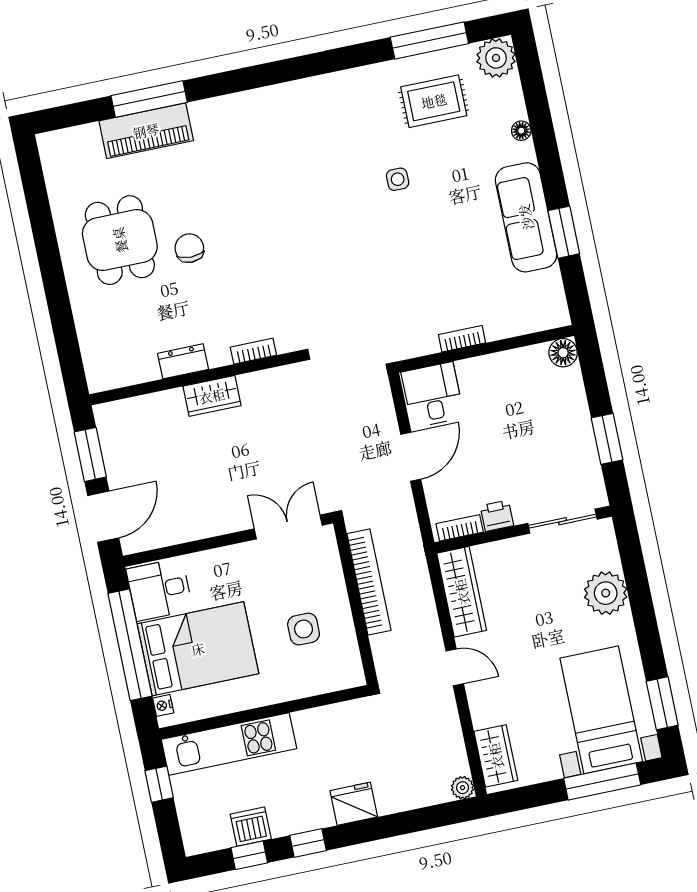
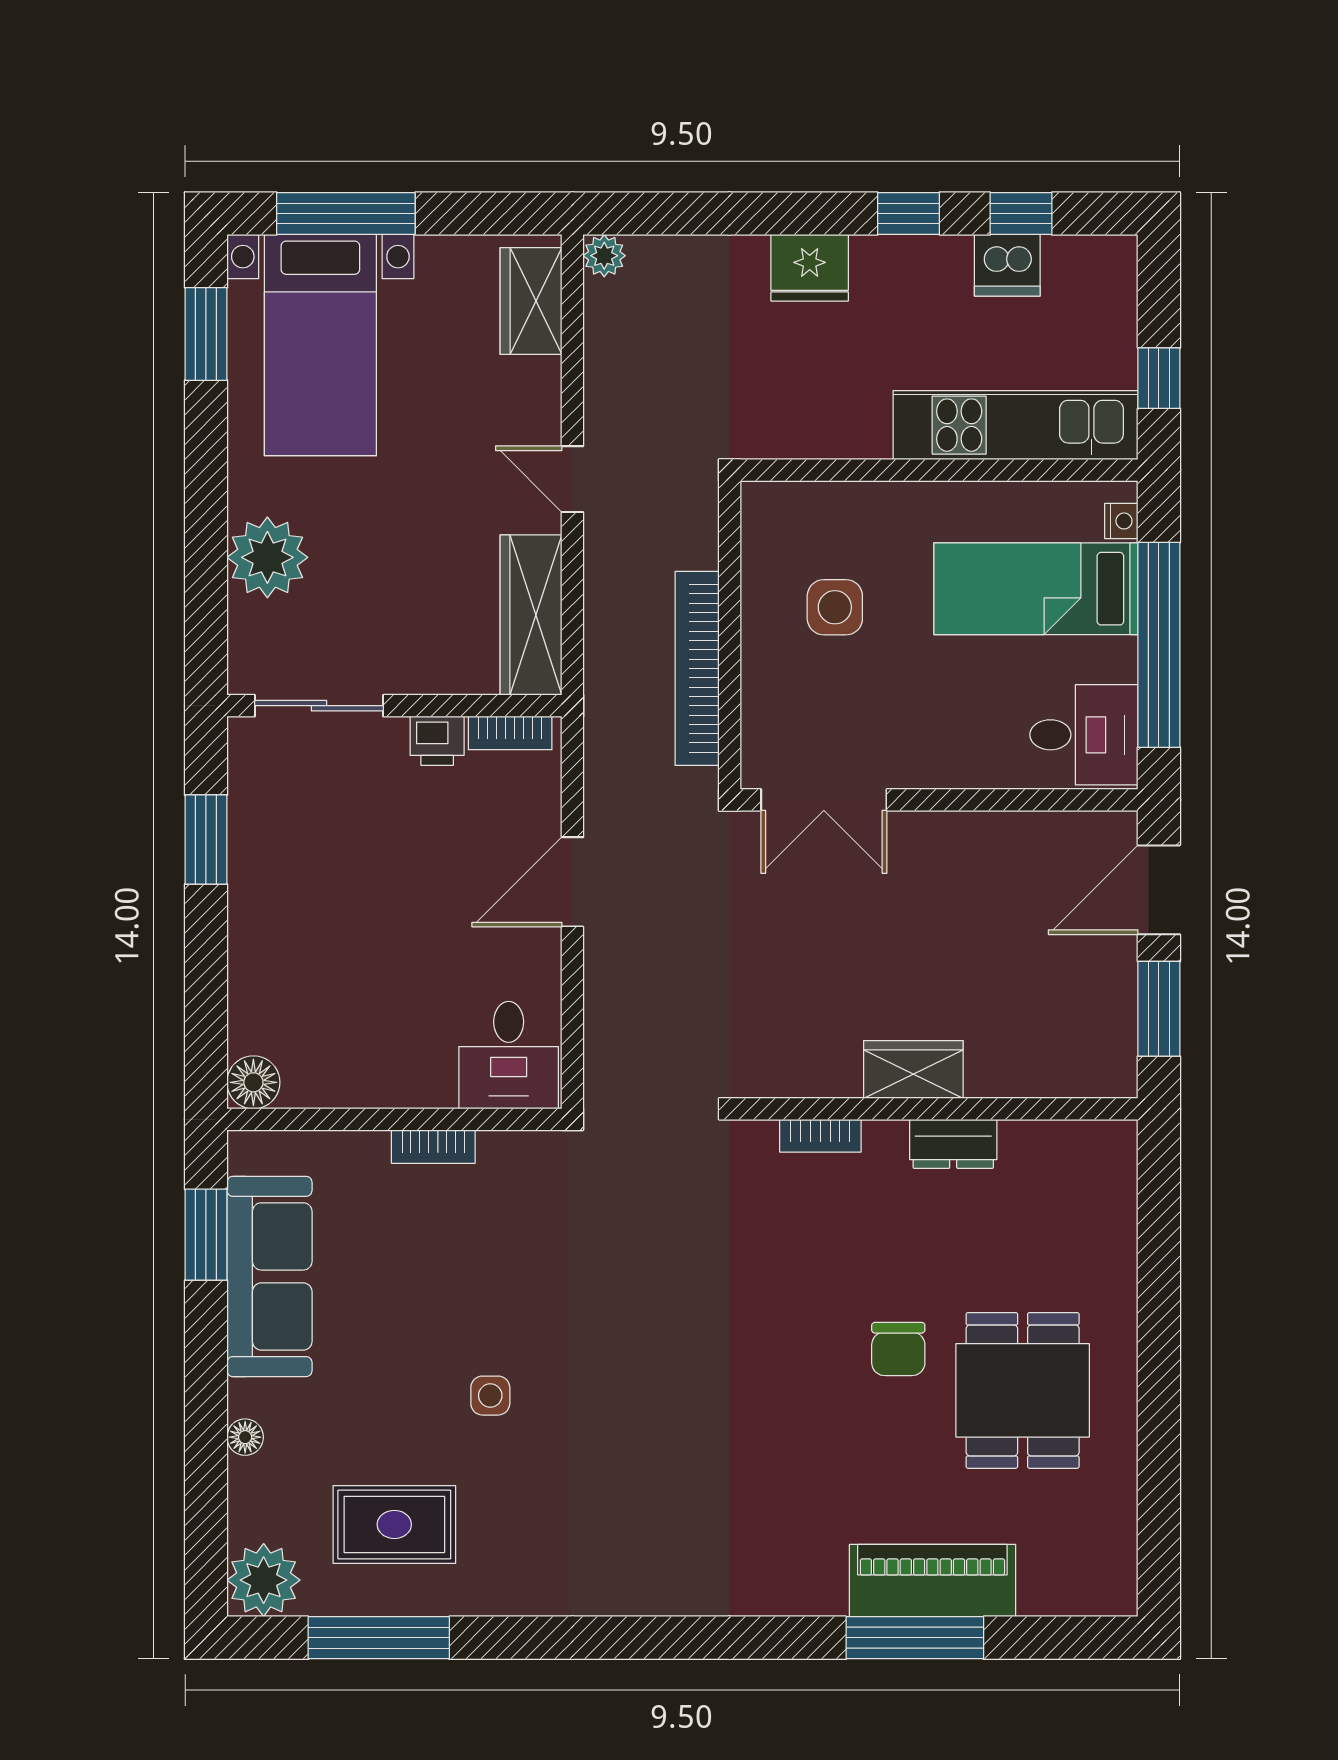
bookcase: (462, 339) -> (433, 1147), moved
wall: (485, 349) -> (394, 1119), moved
floor lamp: (563, 353) -> (253, 1082), moved
desk: (433, 395) -> (509, 1055), moved
bed: (198, 649) -> (1036, 589), width x0.67

